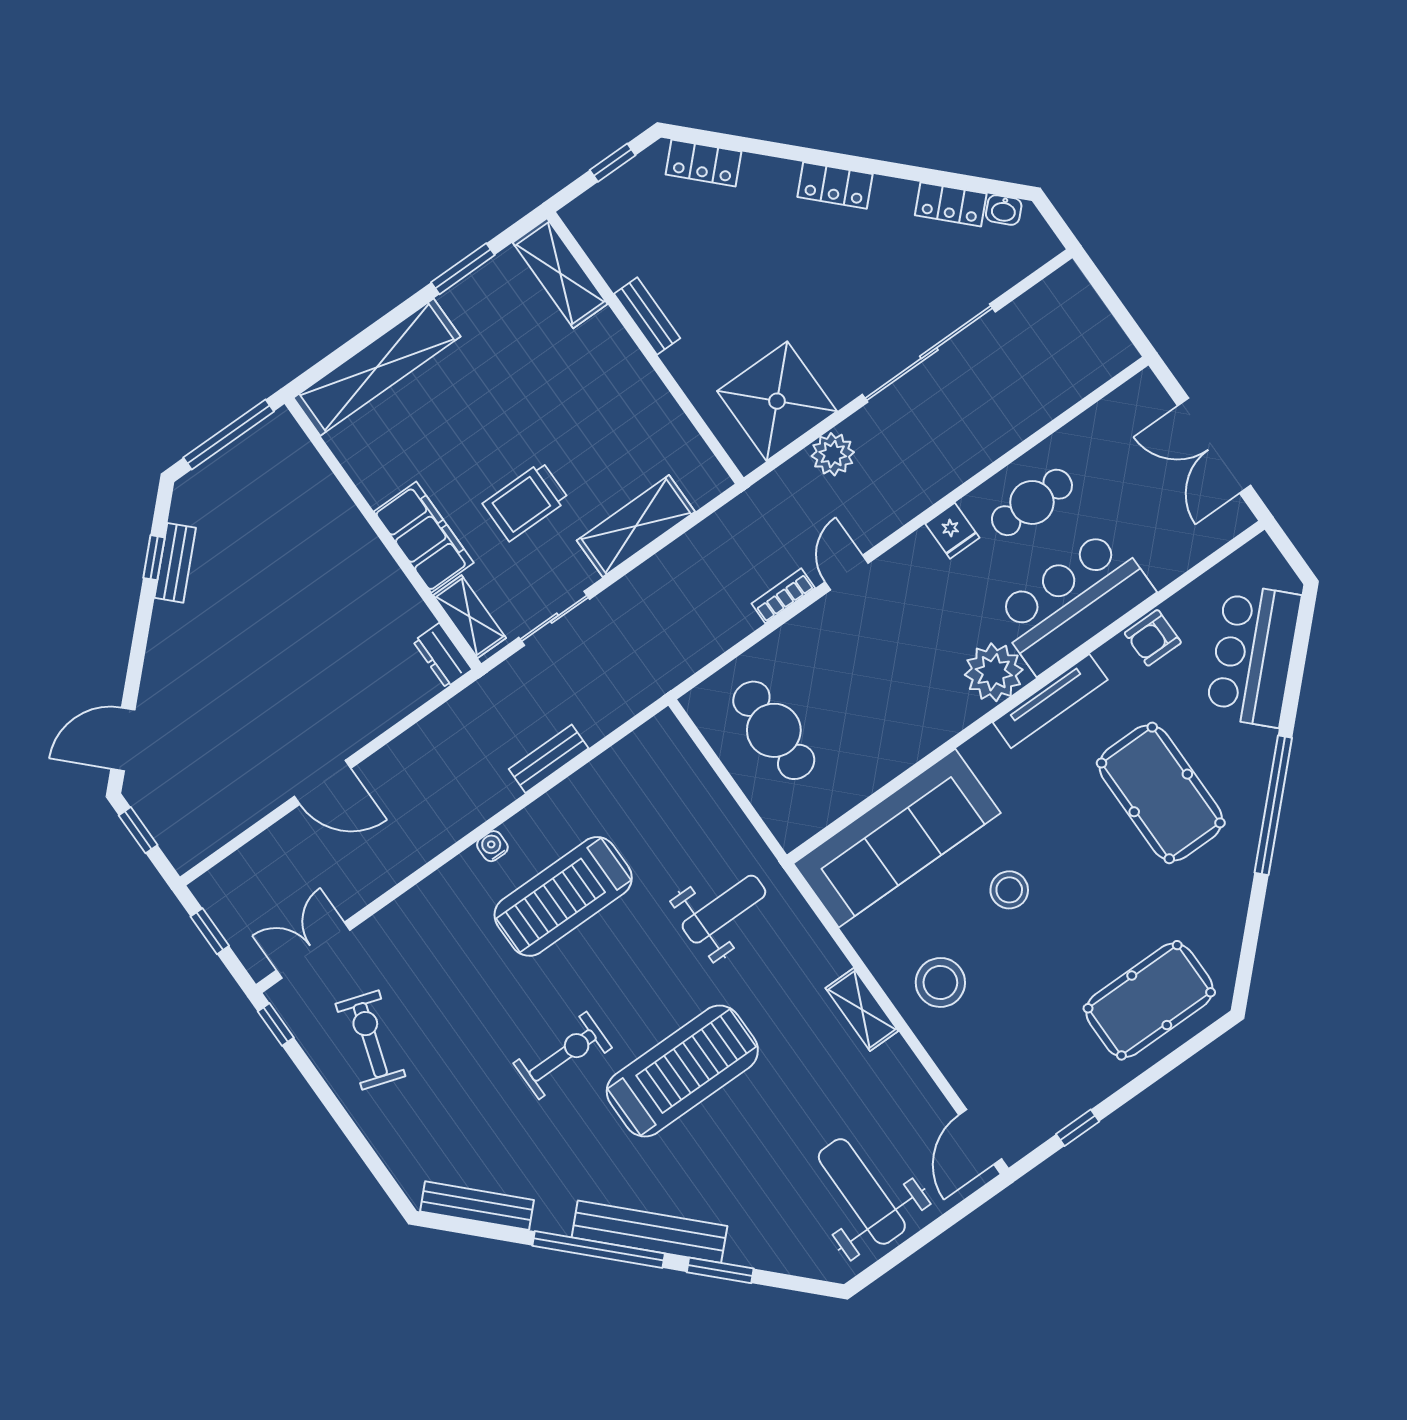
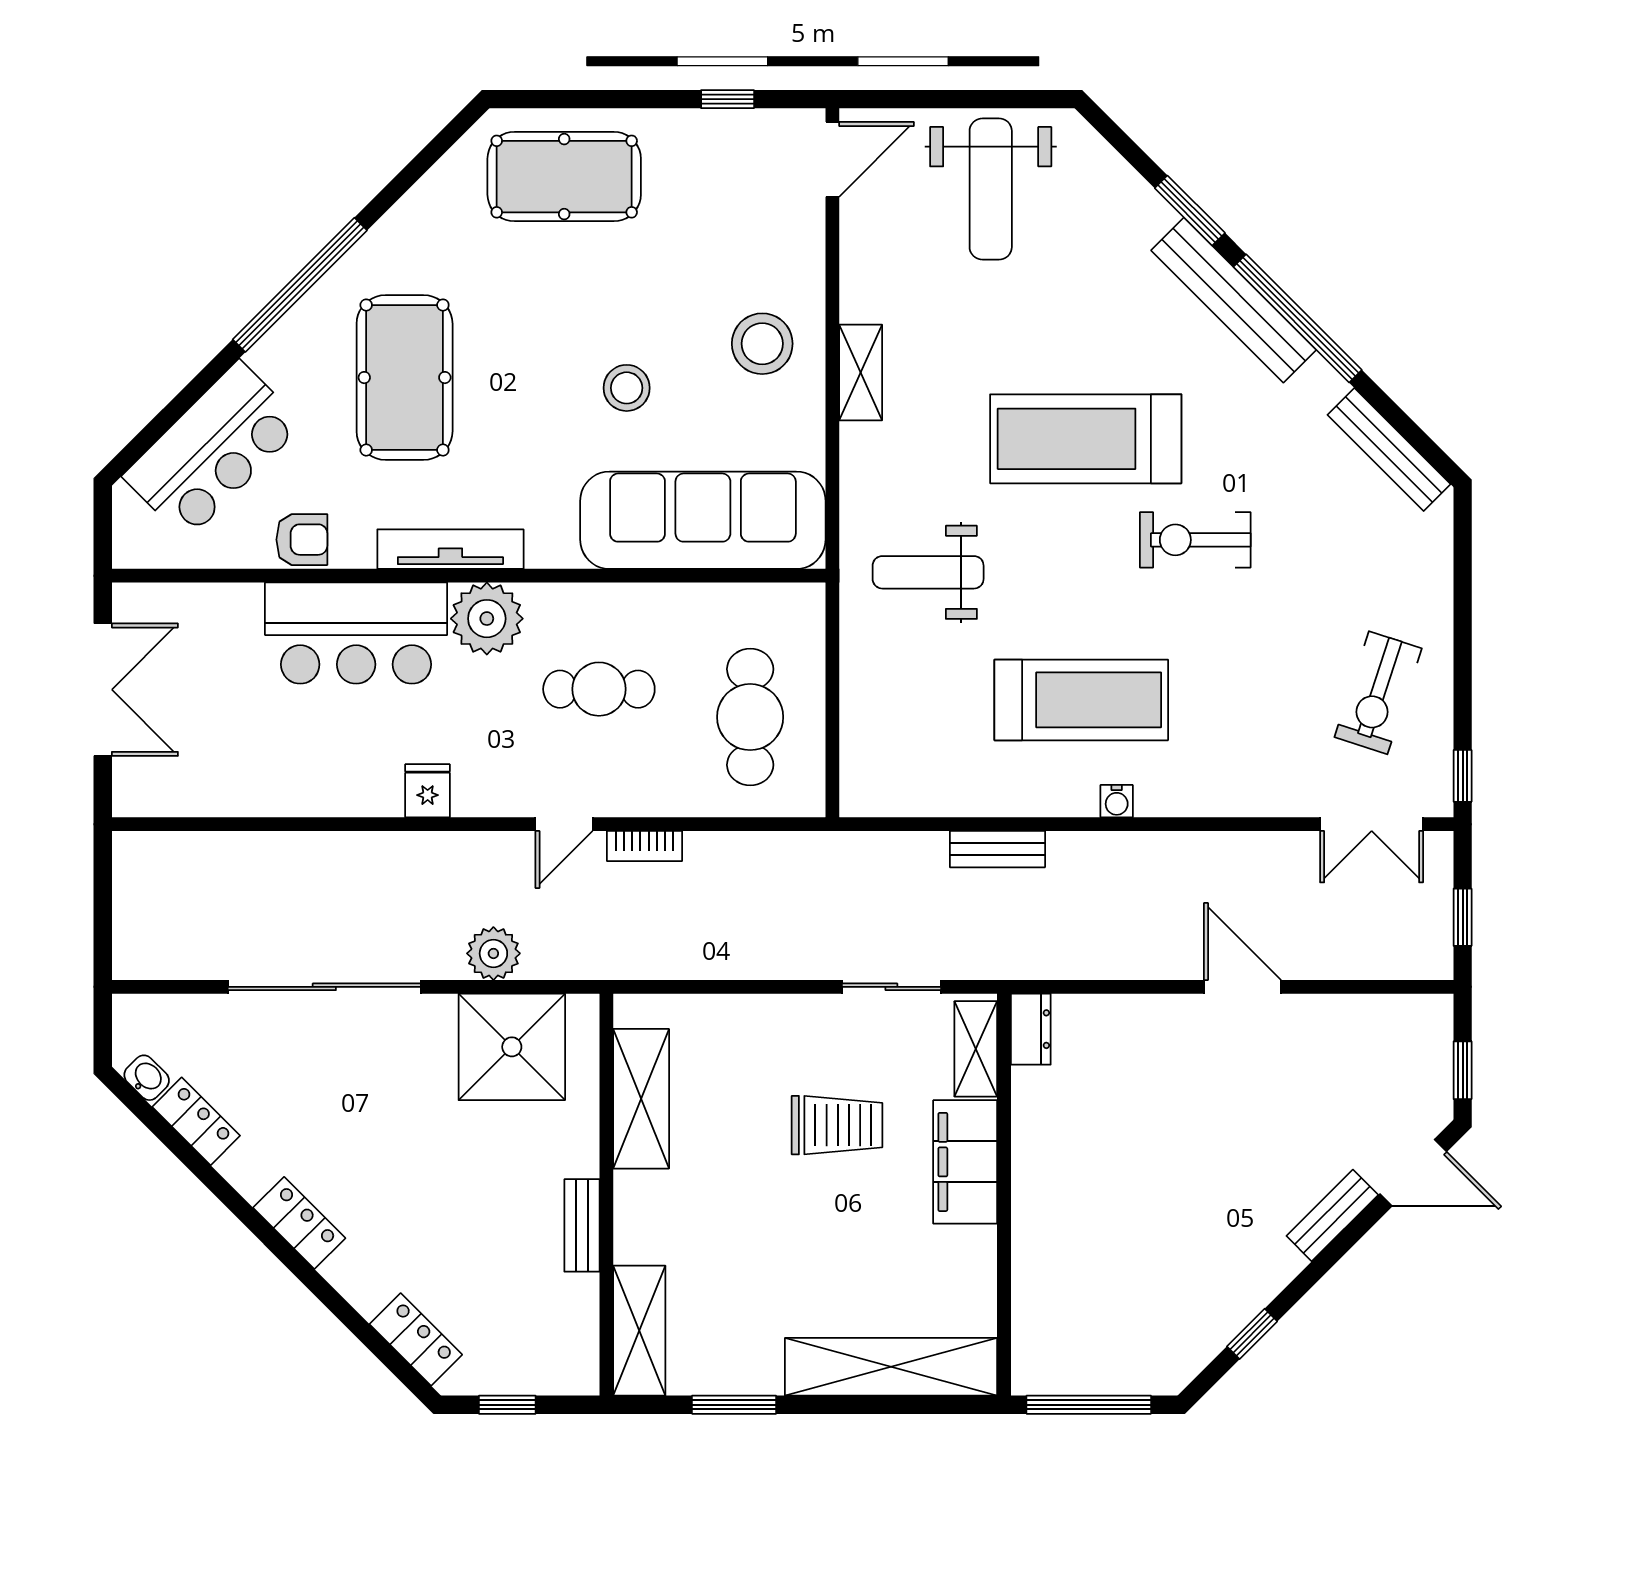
cafe table: (1032, 502) -> (599, 689), moved
shelving: (636, 526) -> (641, 1099), moved, turned 90
bench: (175, 563) -> (1332, 1215), moved

